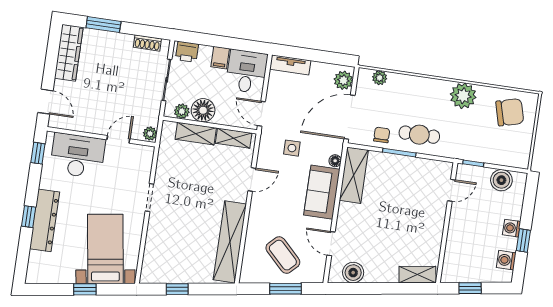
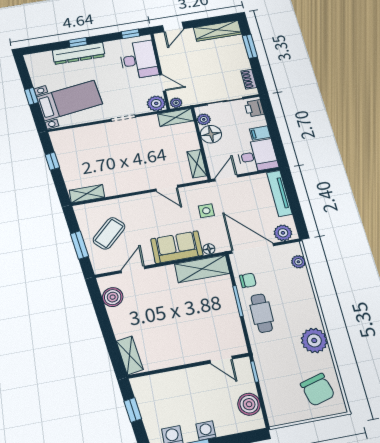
tv unit: (290, 65) -> (279, 193), width x1.41
shelving: (196, 134) -> (176, 117), moved, turned 90
plant: (143, 155) -> (156, 103), added
shelving: (230, 242) -> (87, 194), width x0.45, depth x0.75

